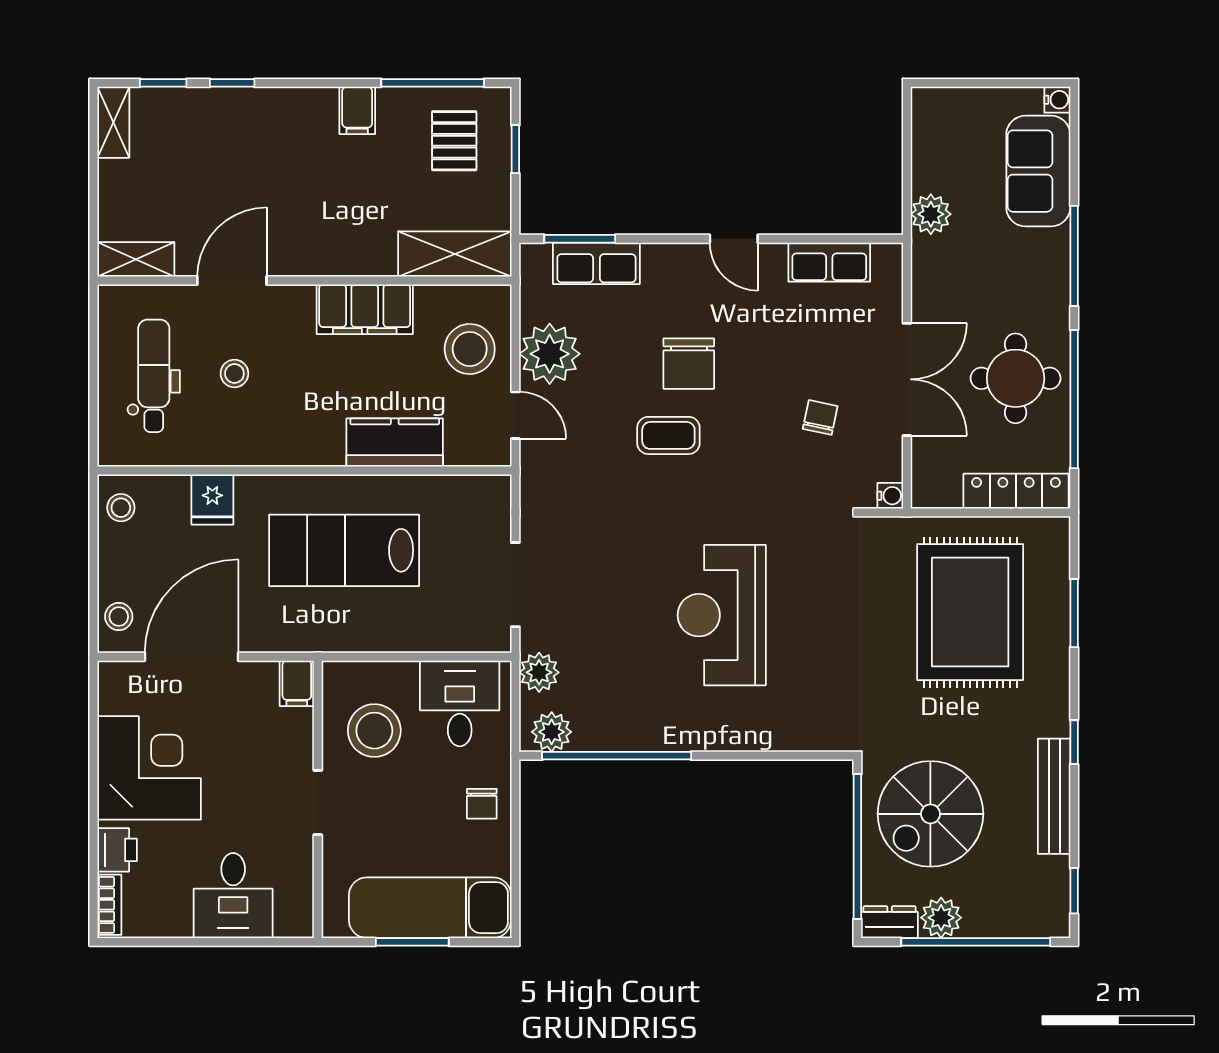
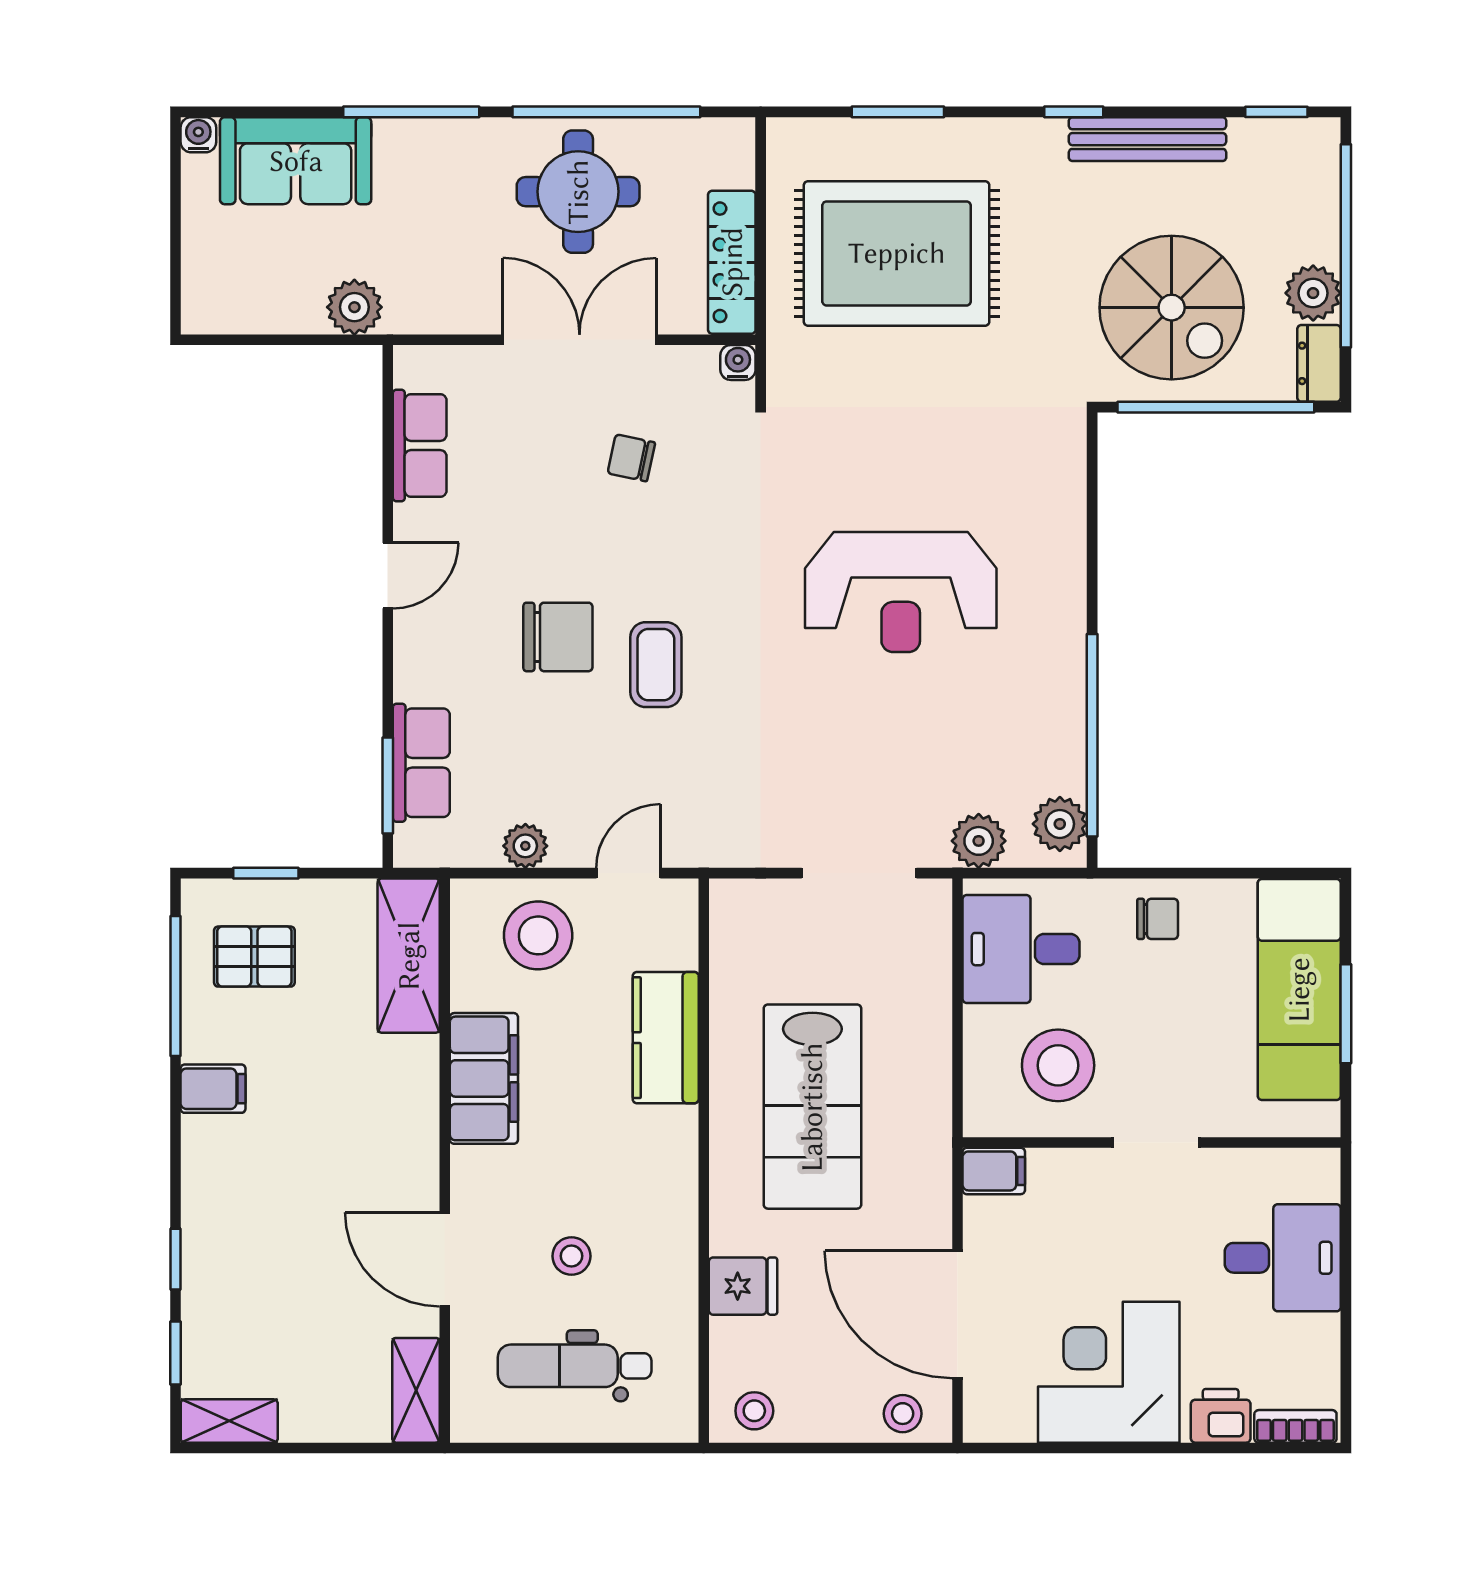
plant: (550, 354) -> (525, 846), width x0.53, depth x0.53
locker: (1016, 491) -> (732, 262), moved

